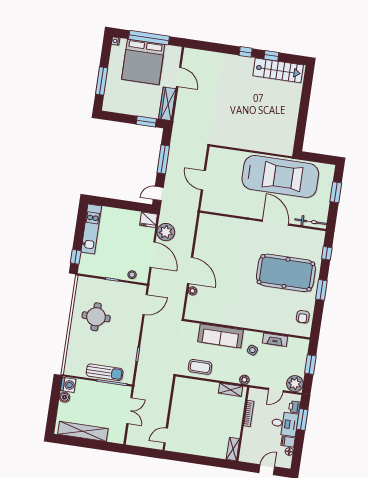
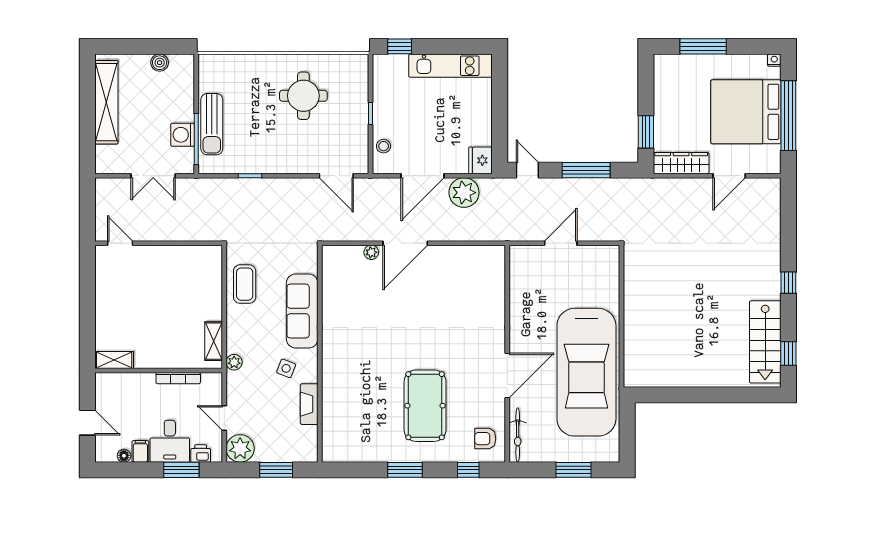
window: (271, 56) -> (788, 354), moved
pool table: (286, 273) -> (425, 406), width x0.73, depth x0.76
armchair: (303, 317) -> (485, 439), moved
washing machine: (68, 385) -> (183, 135), moved, turned 90

